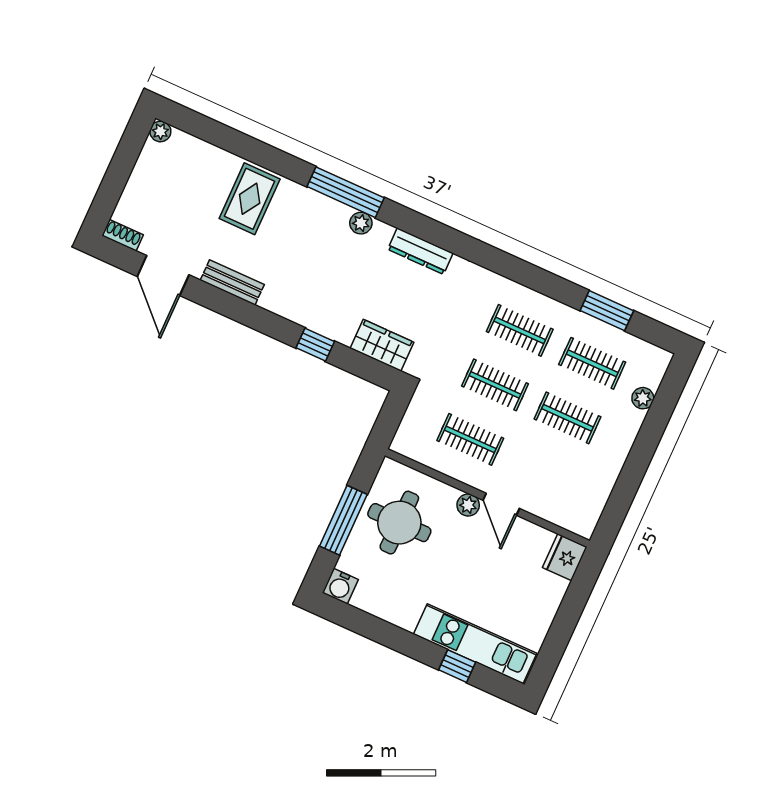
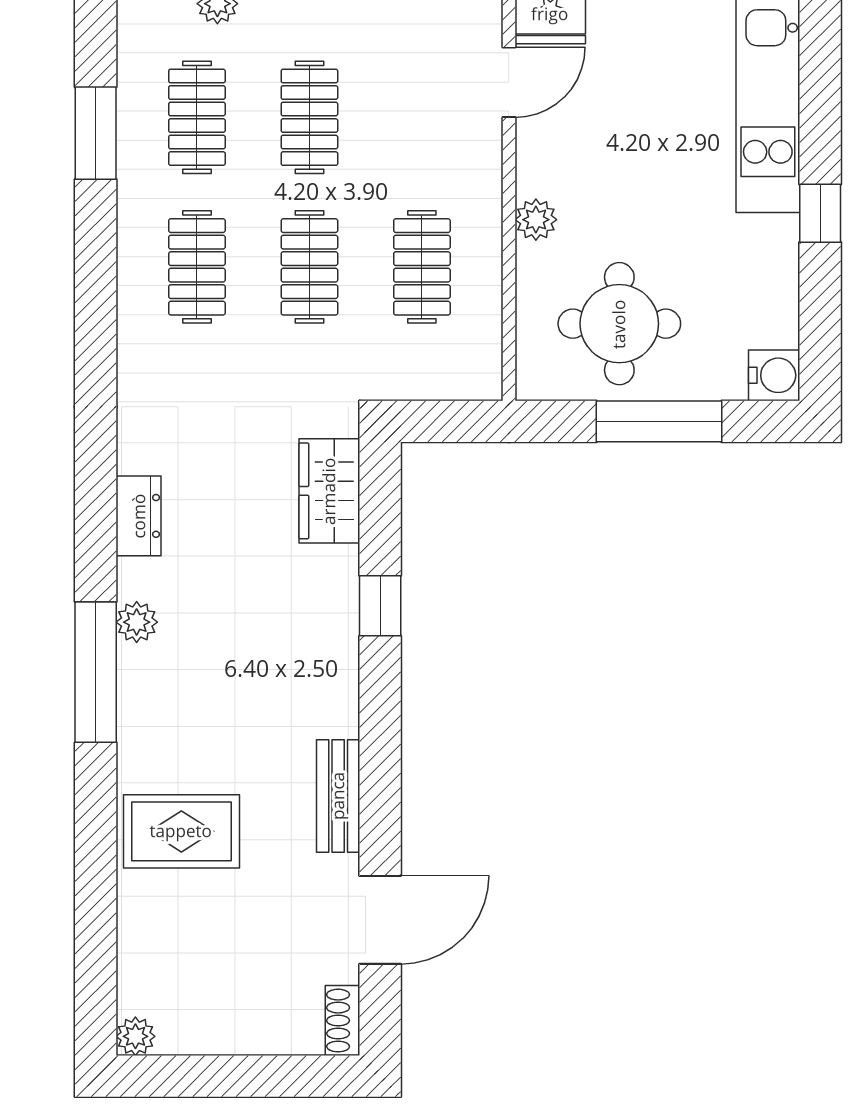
dresser: (420, 251) -> (139, 516), width x0.70
door: (501, 504) -> (509, 82), moved
window: (457, 666) -> (820, 213), moved

